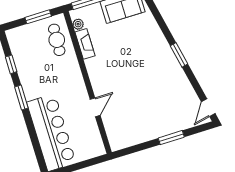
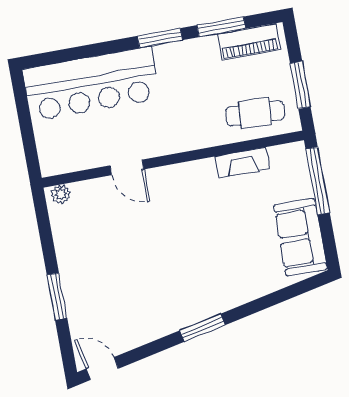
plant: (78, 24) -> (61, 194), moved
piano: (18, 48) -> (249, 42), added
window: (11, 64) -> (221, 27), width x1.50

